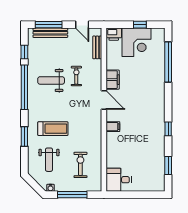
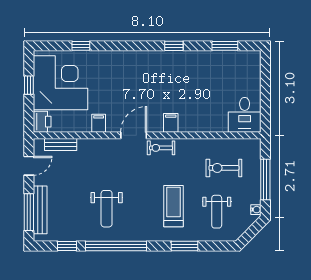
corner desk: (137, 42) -> (61, 83), width x1.36, depth x1.36
window: (168, 62) -> (81, 46), width x0.32
exercise bike: (76, 76) -> (161, 148), moved
filing cabinet: (113, 80) -> (99, 123), width x0.50
weight bench: (49, 160) -> (217, 212), turned 90

